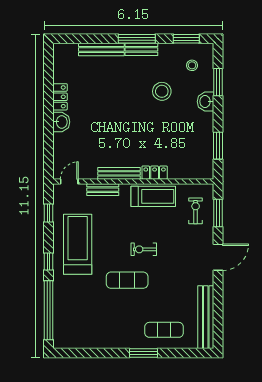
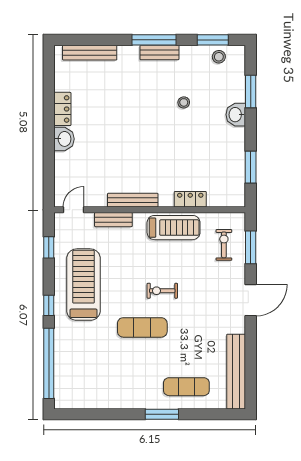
bench: (101, 50) -> (90, 53), moved
stool: (192, 65) -> (219, 57), moved
stool: (162, 91) -> (184, 102), width x0.53, depth x0.53
locker: (155, 173) -> (190, 199), moved

